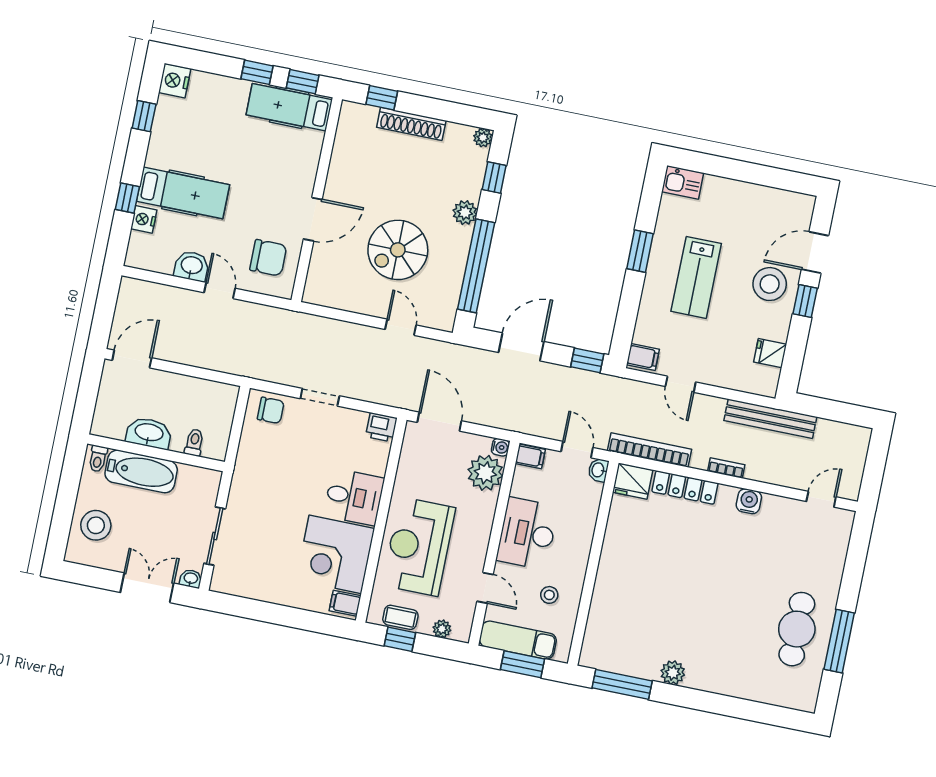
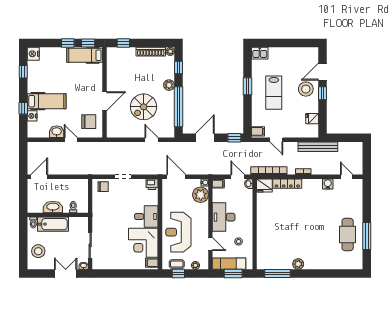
shoe rack: (411, 124) -> (151, 52), moved
door: (821, 499) -> (347, 177), hinge flipped
water cooler: (749, 501) -> (328, 184), moved

